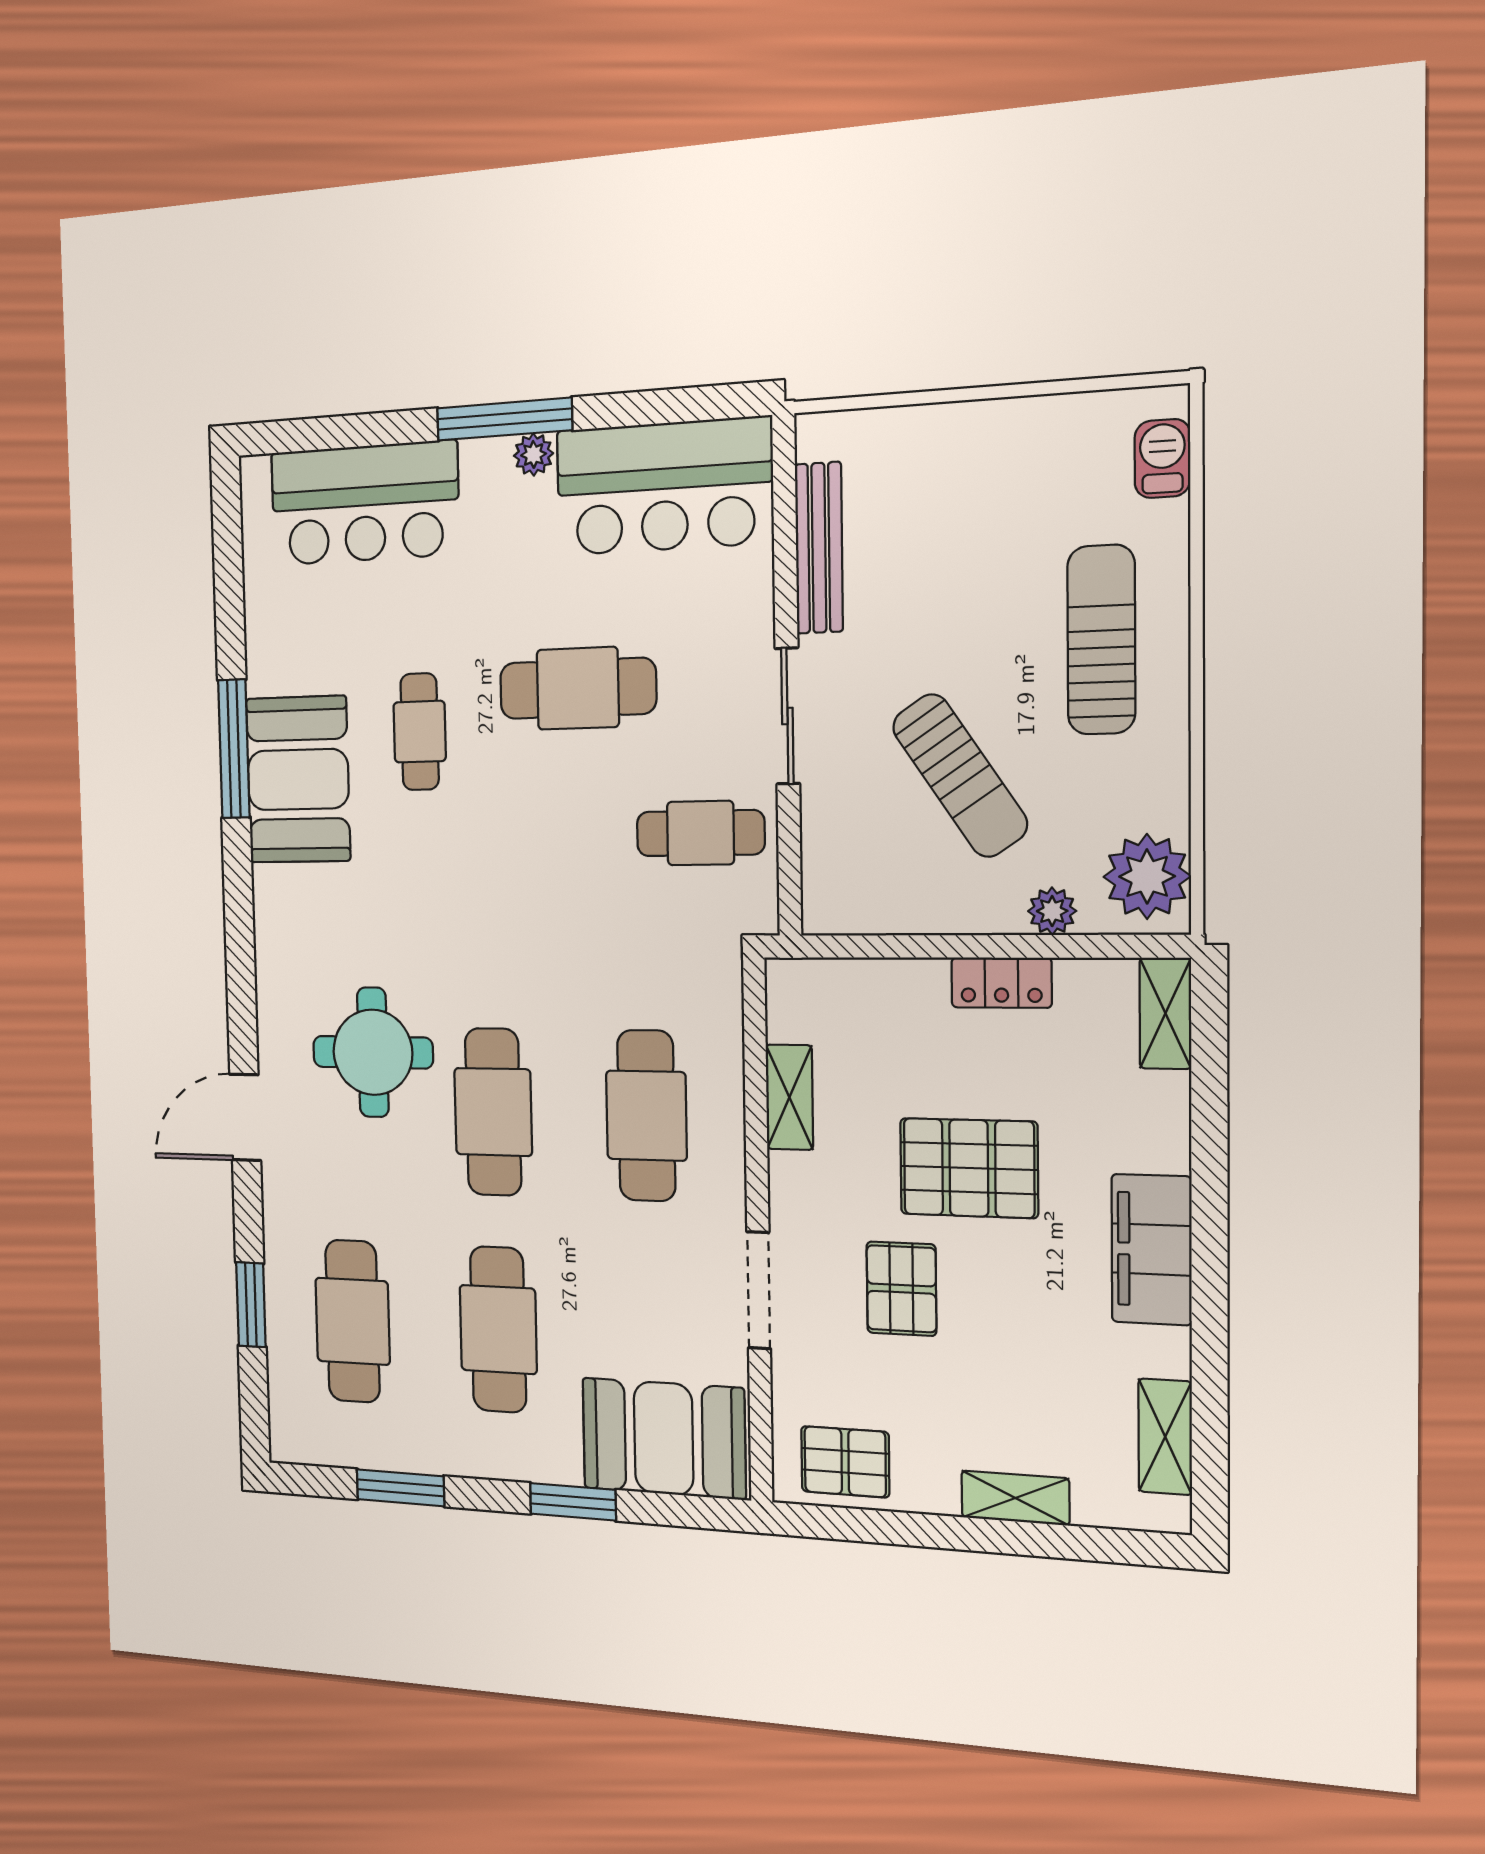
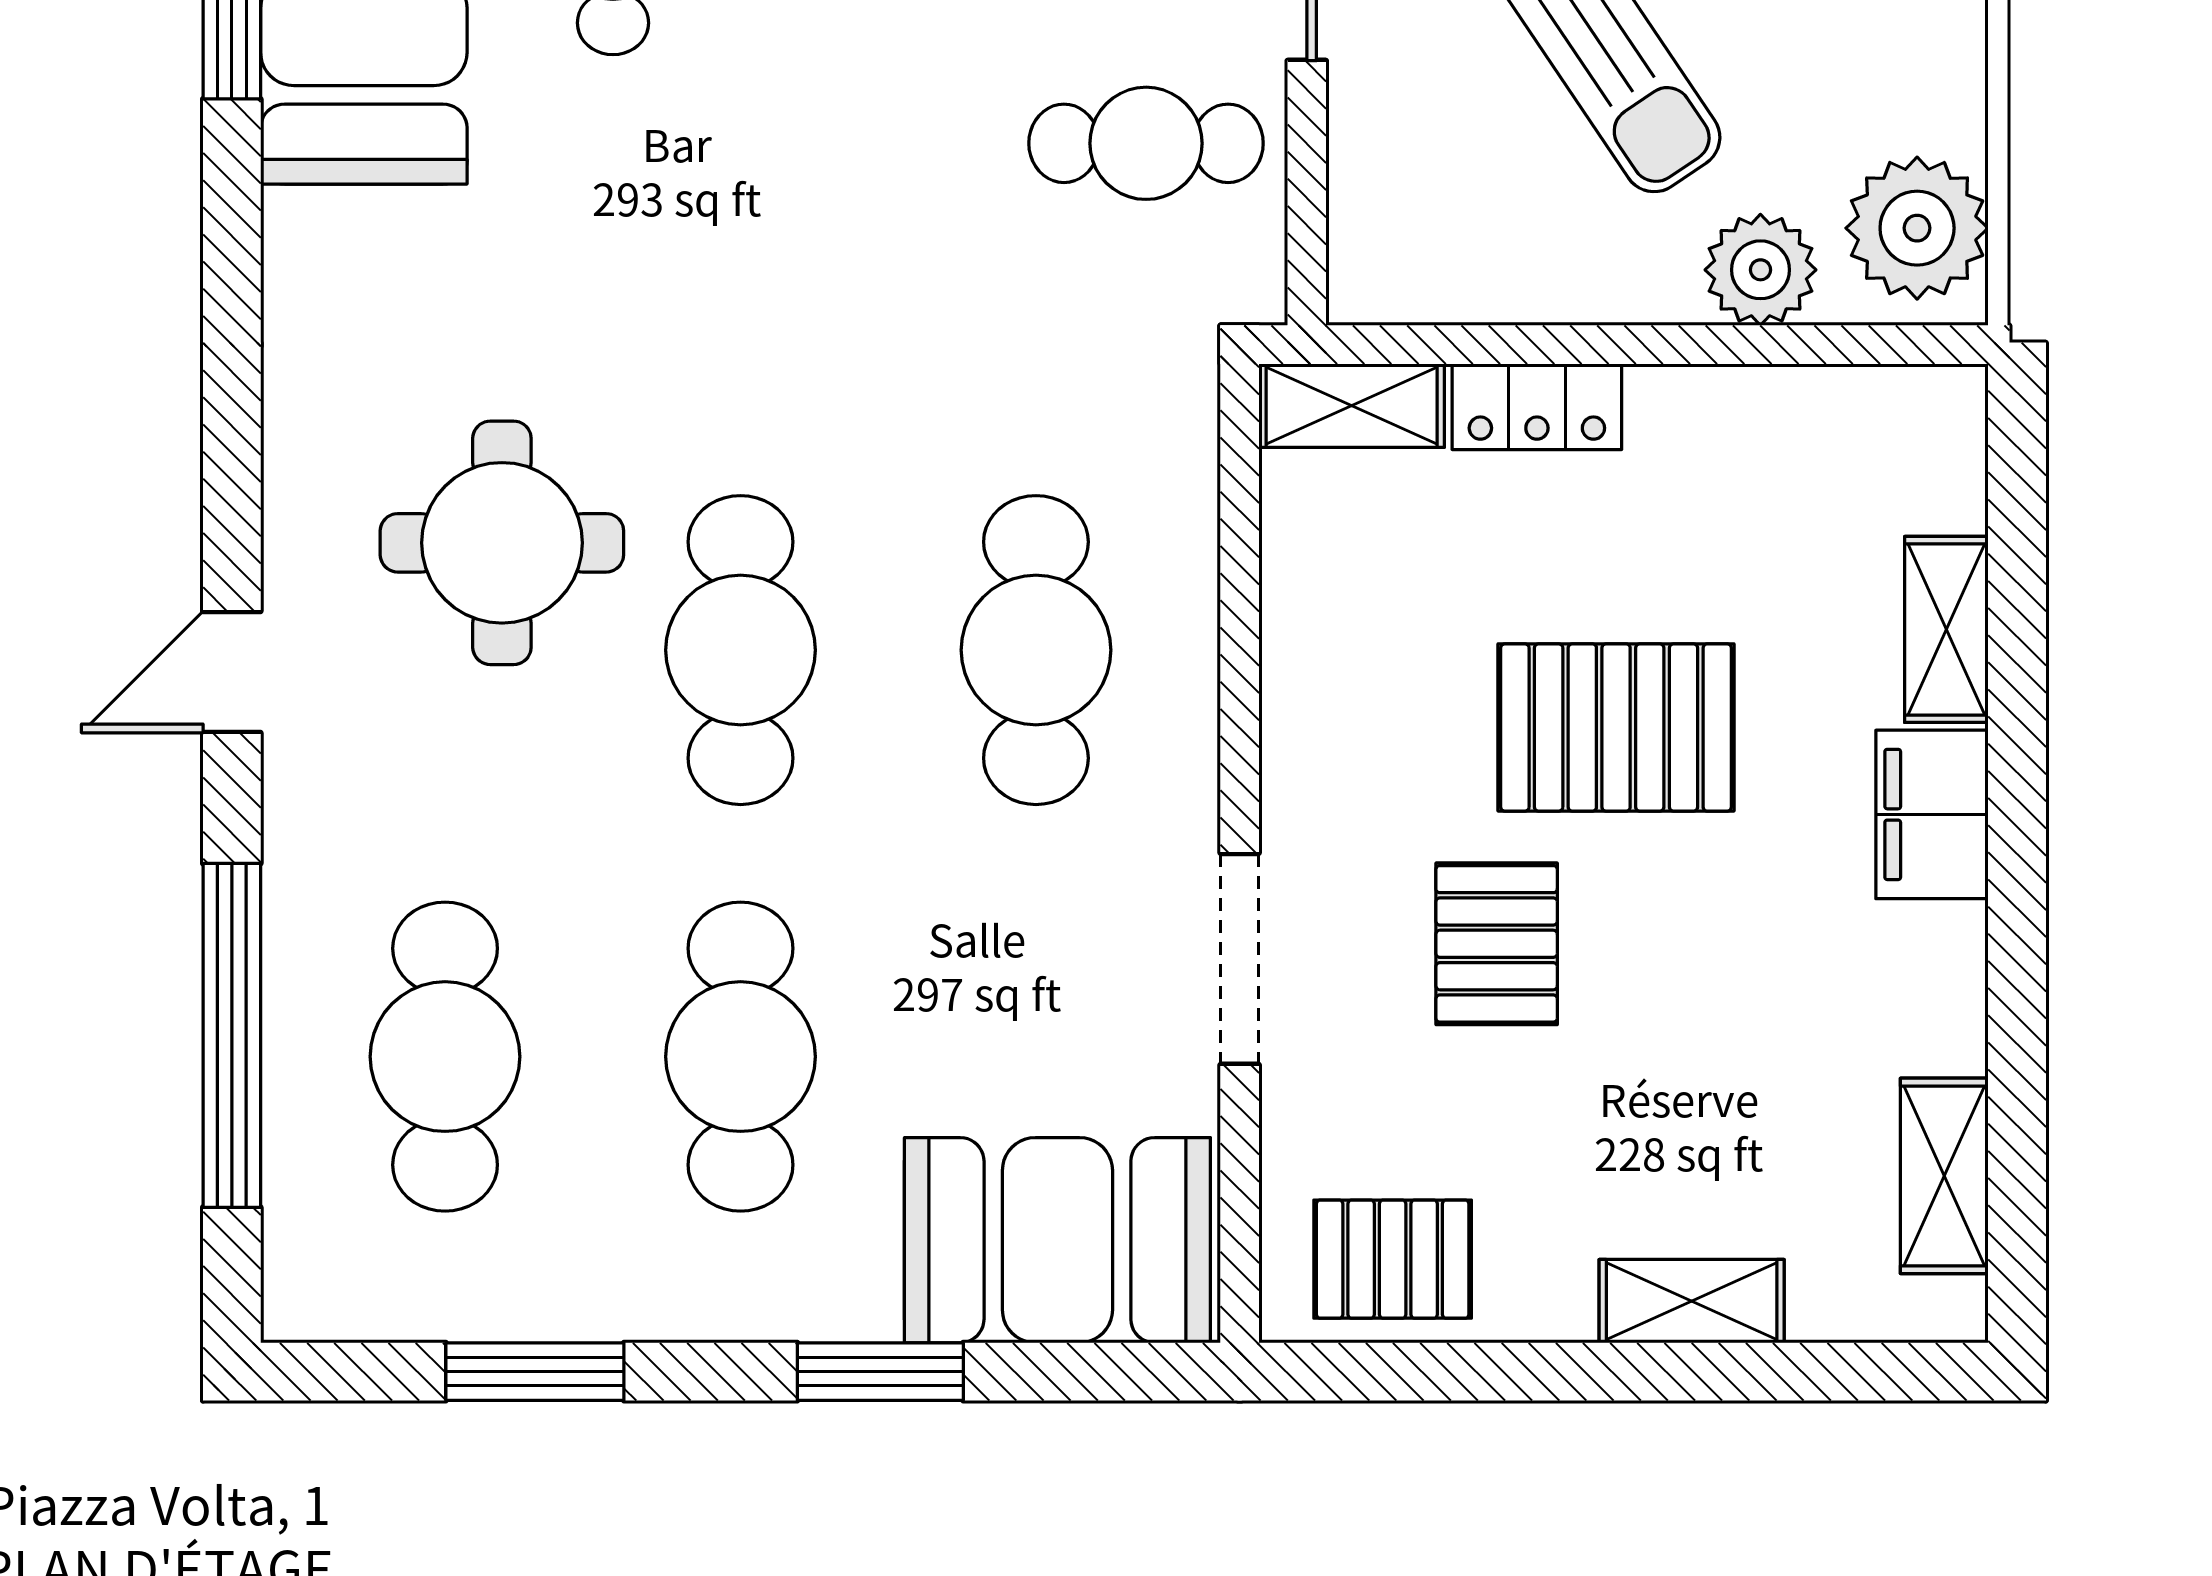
plant: (1052, 911) -> (1760, 270), width x1.38, depth x1.38
locker: (1001, 983) -> (1537, 407), moved
shelving: (1165, 1013) -> (1946, 629), moved
shelving: (789, 1097) -> (1352, 406), moved, turned 90
door: (245, 1117) -> (232, 672), width x0.73
filing cabinet: (1152, 1250) -> (1932, 814), width x0.67, depth x0.86
window: (251, 1305) -> (232, 1035), width x2.11

